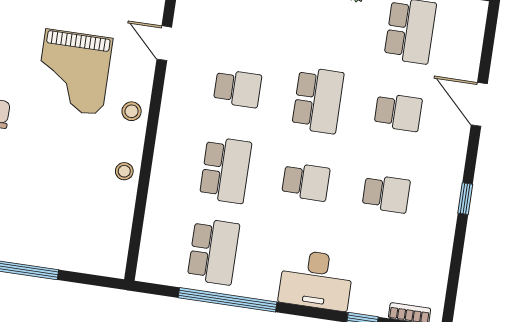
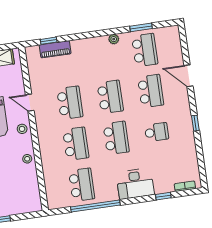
door: (164, 43) -> (30, 103), moved
school desk: (238, 88) -> (70, 103), width x1.85
school desk: (398, 112) -> (151, 91), width x1.85
school desk: (306, 182) -> (116, 138), width x1.85

